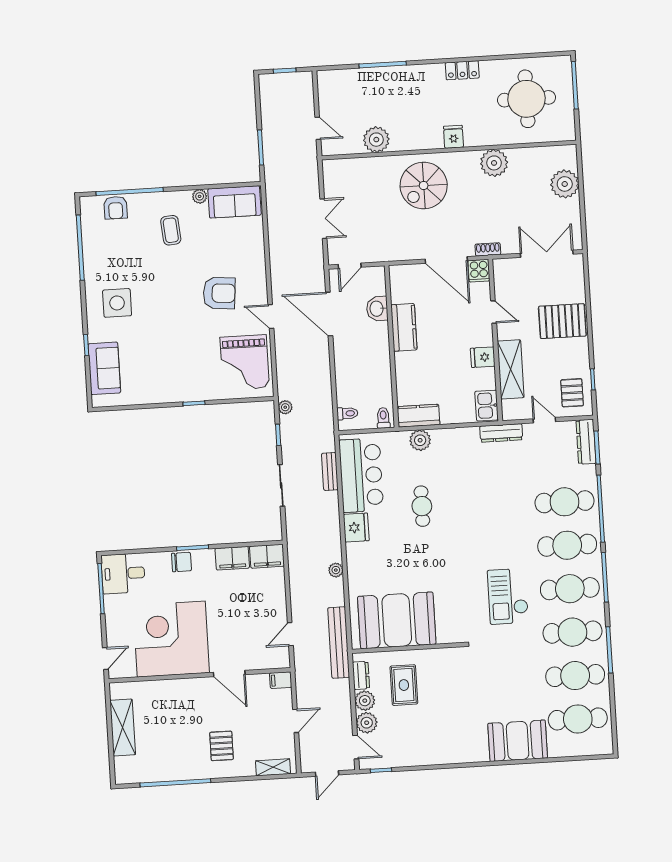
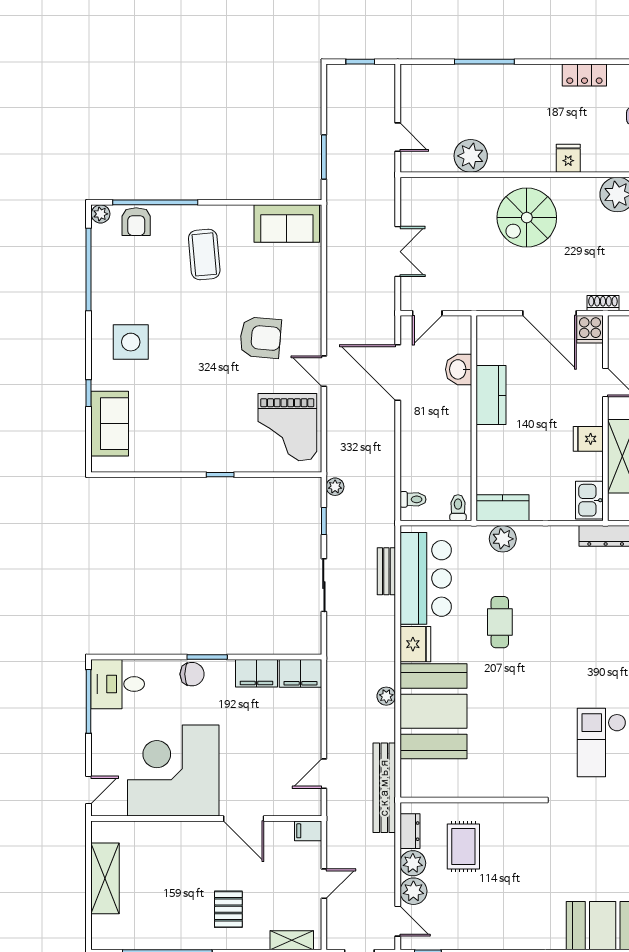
plant: (200, 196) -> (101, 214), moved
coffee table: (171, 230) -> (204, 254), width x1.36, depth x1.30
booth: (397, 620) -> (433, 711), moved, turned 90

